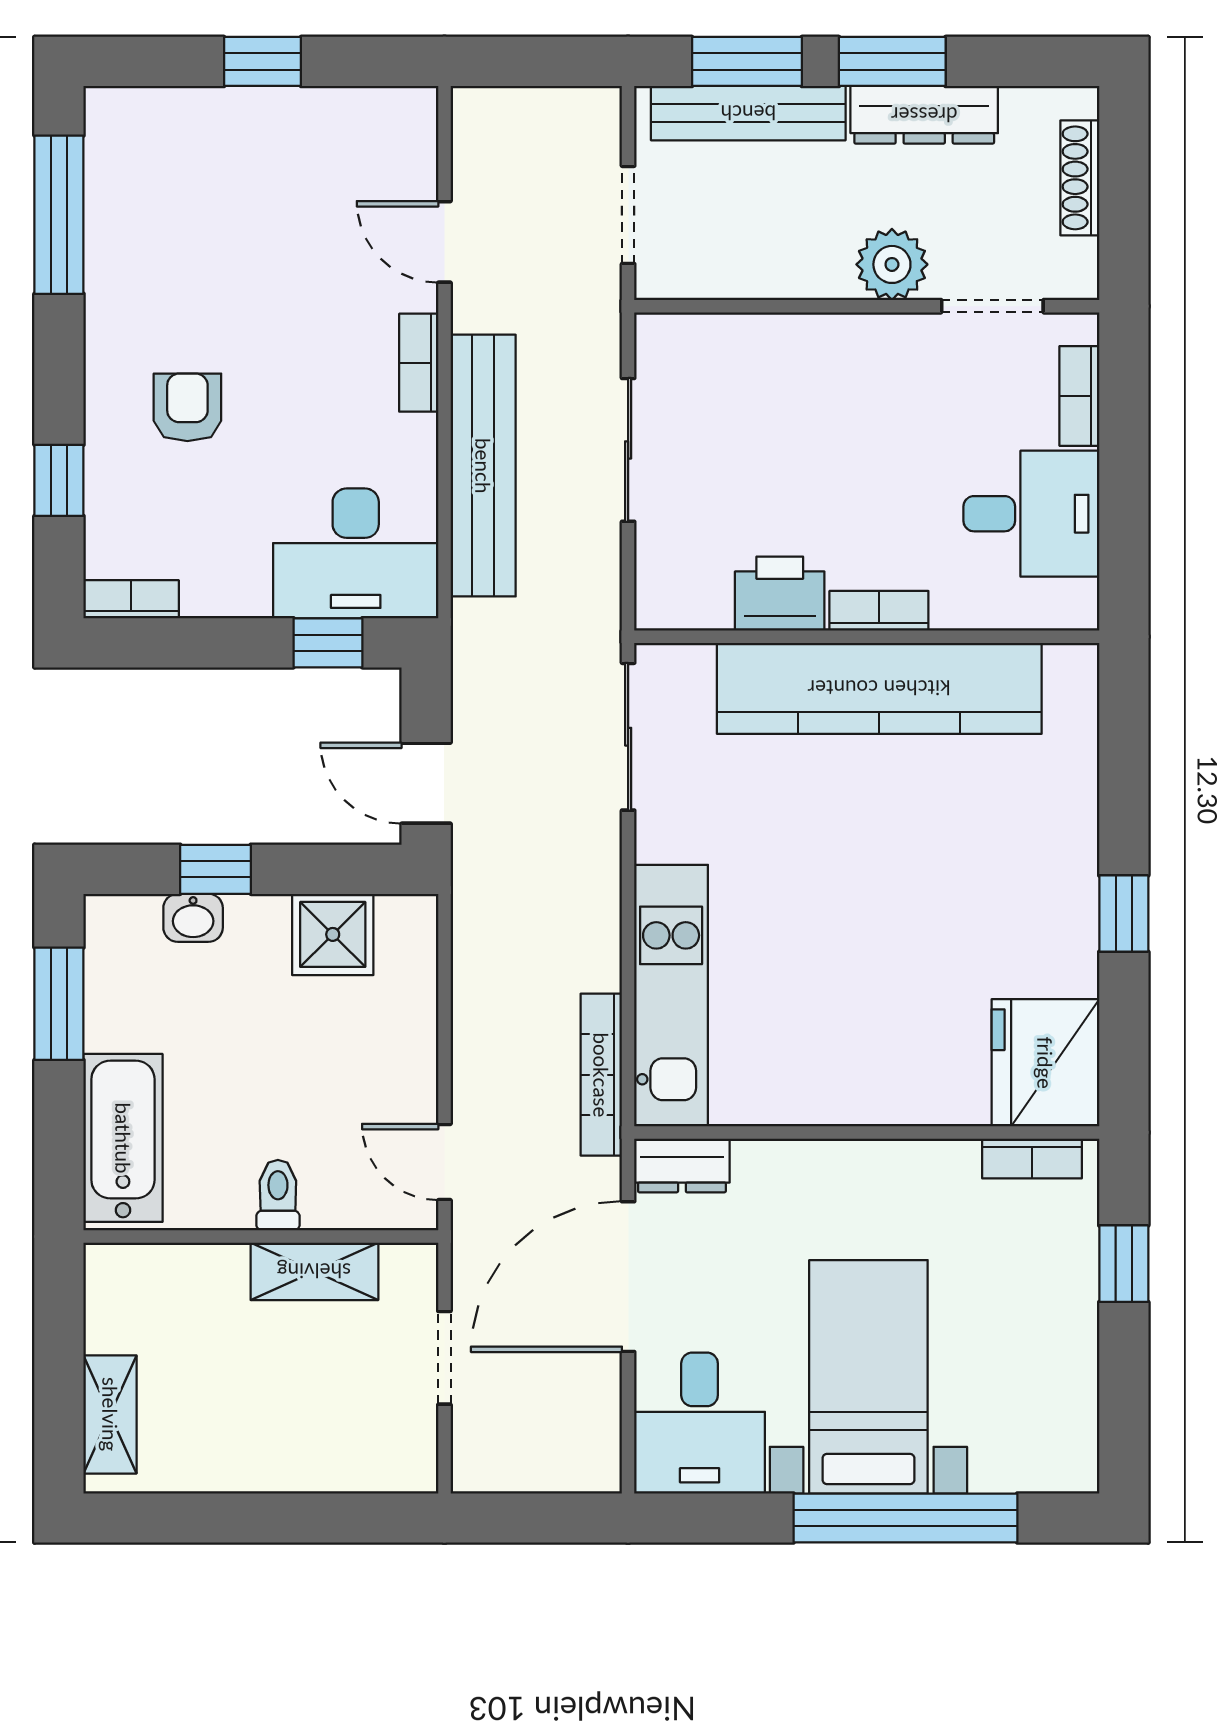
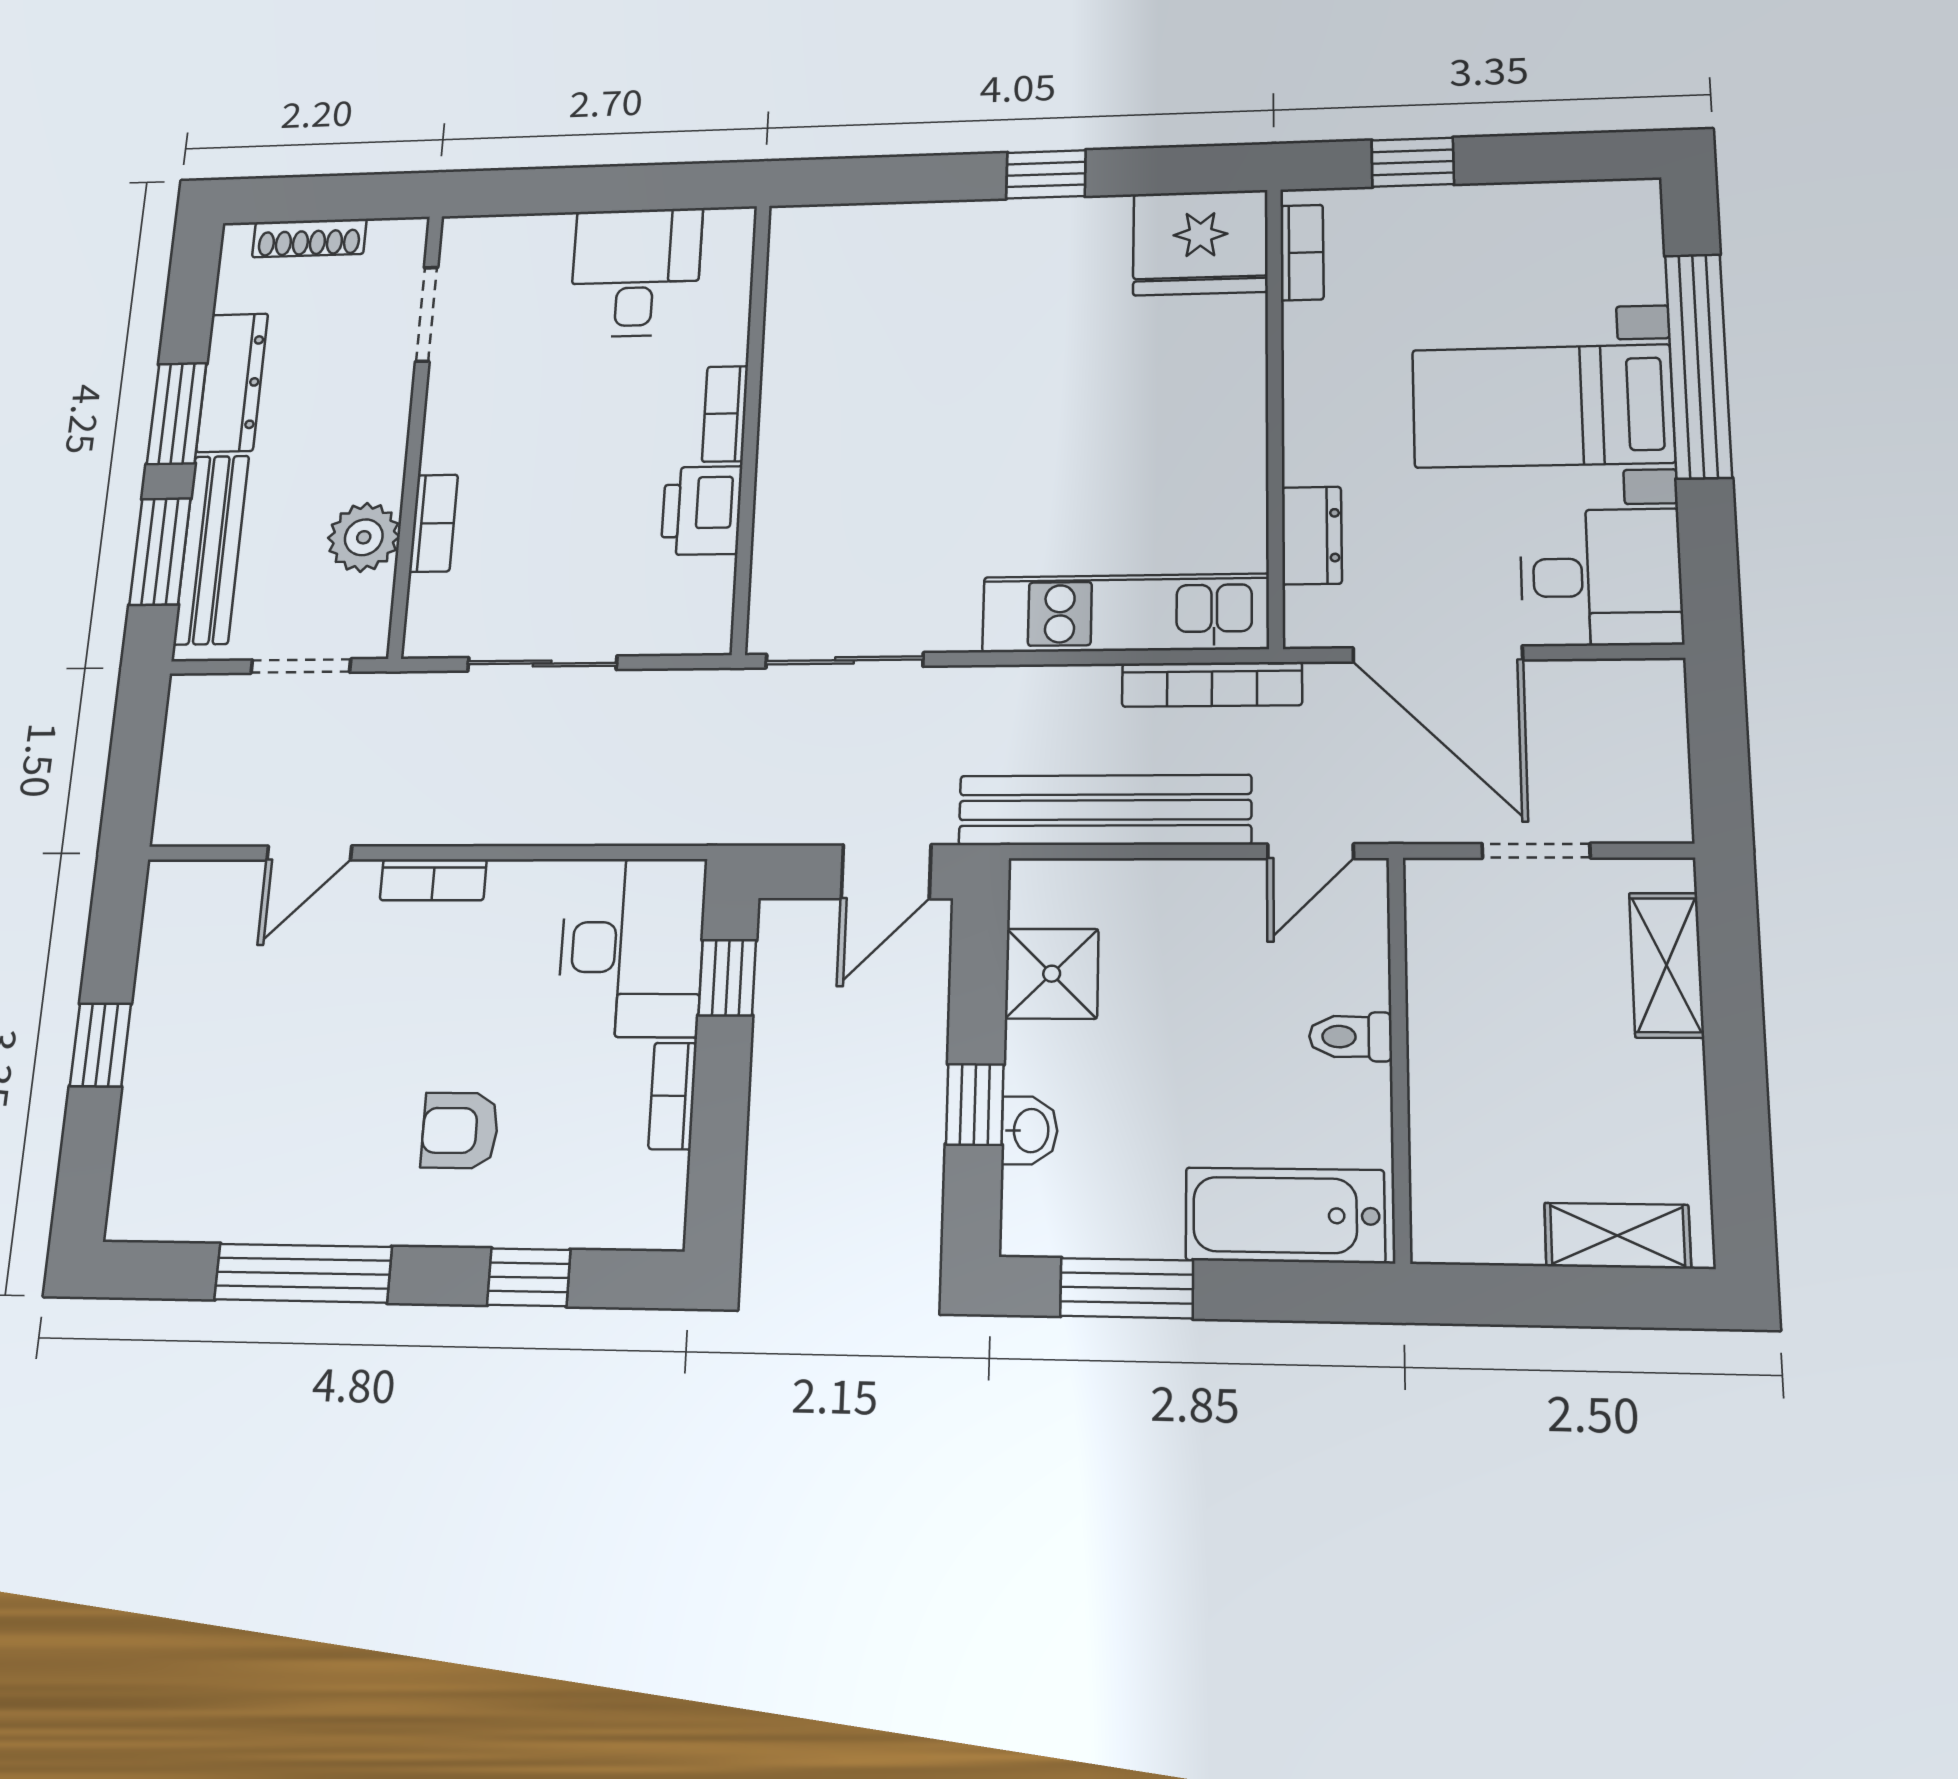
window: (59, 215) -> (303, 1273), moved
plant: (892, 264) -> (364, 537), moved
bookcase: (1079, 396) -> (433, 523), moved, turned -90
bench: (483, 466) -> (1105, 810), moved
bookcase: (131, 599) -> (673, 1096), moved
kitchen counter: (879, 688) -> (805, 412), removed
dresser: (682, 1165) -> (1312, 536), moved
shelving: (314, 1271) -> (1666, 965), moved

